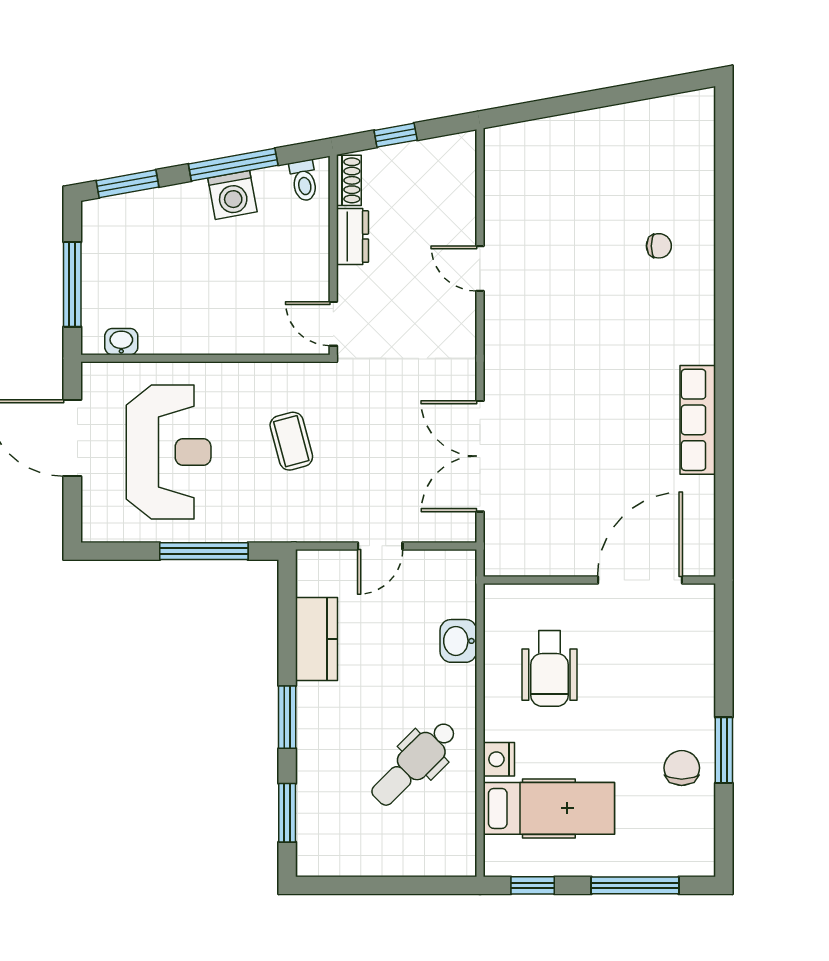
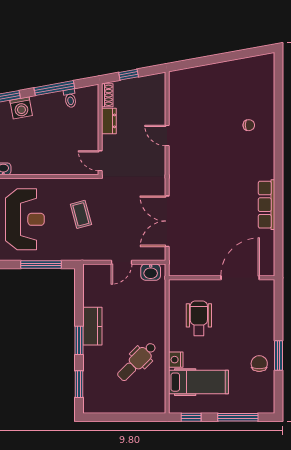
toilet: (304, 181) -> (70, 98), moved
washing machine: (232, 195) -> (21, 108), moved
kitchen counter: (317, 639) -> (92, 326), moved
washbasin: (458, 641) -> (151, 272), moved, turned -90
wheelchair: (549, 669) -> (199, 318), turned 180

